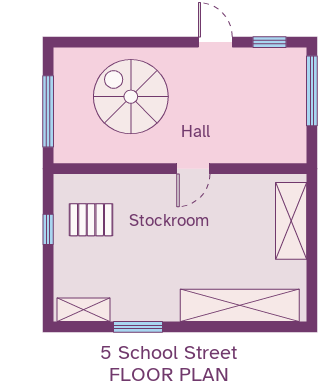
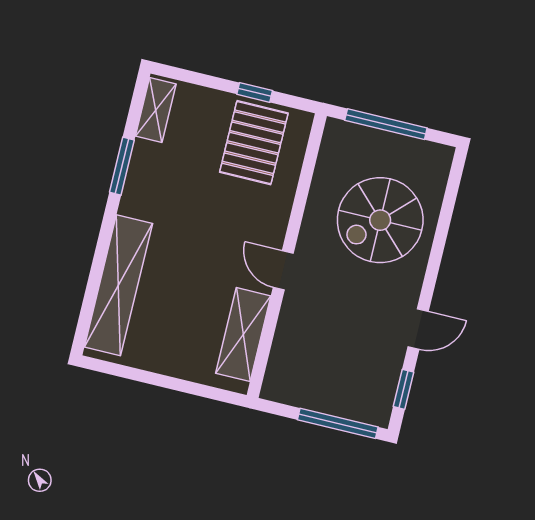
spiral stairs: (131, 97) -> (380, 220), turned 180
pallet: (91, 220) -> (254, 143), width x1.50, depth x1.42
shelving: (291, 221) -> (243, 335), moved, turned 90

